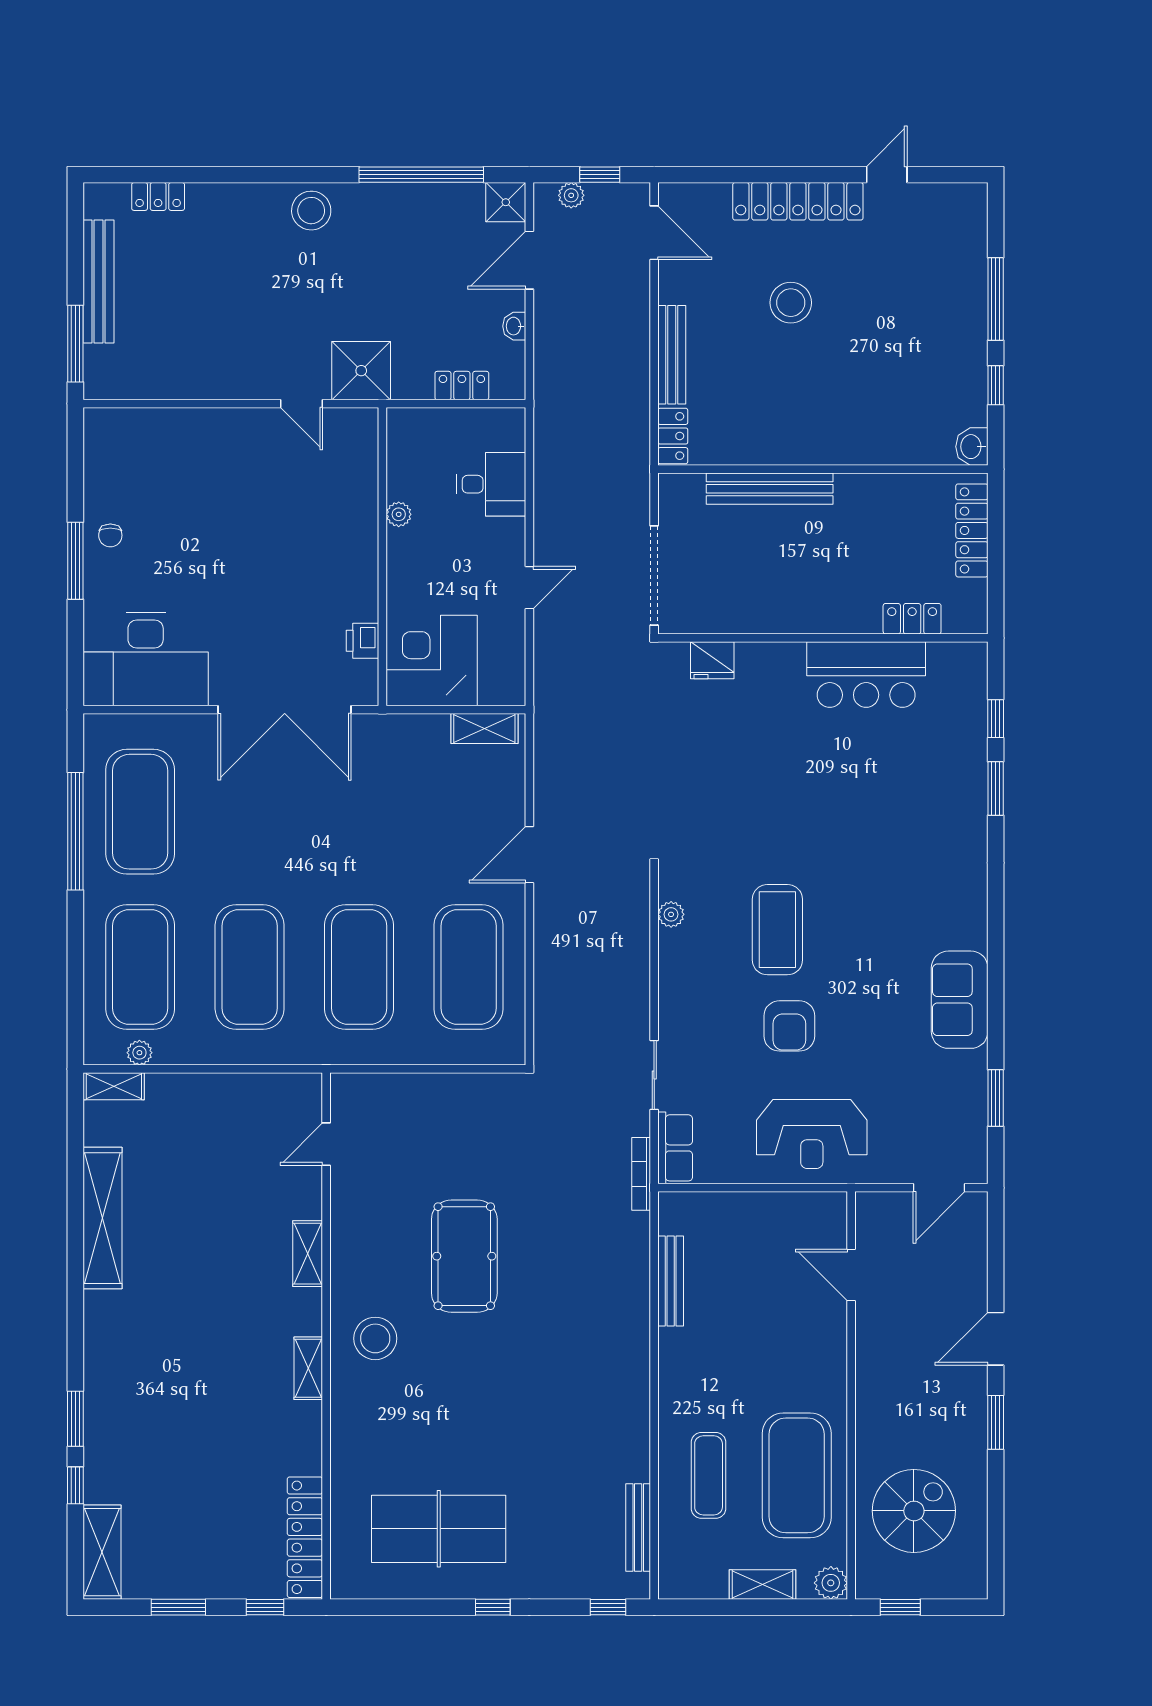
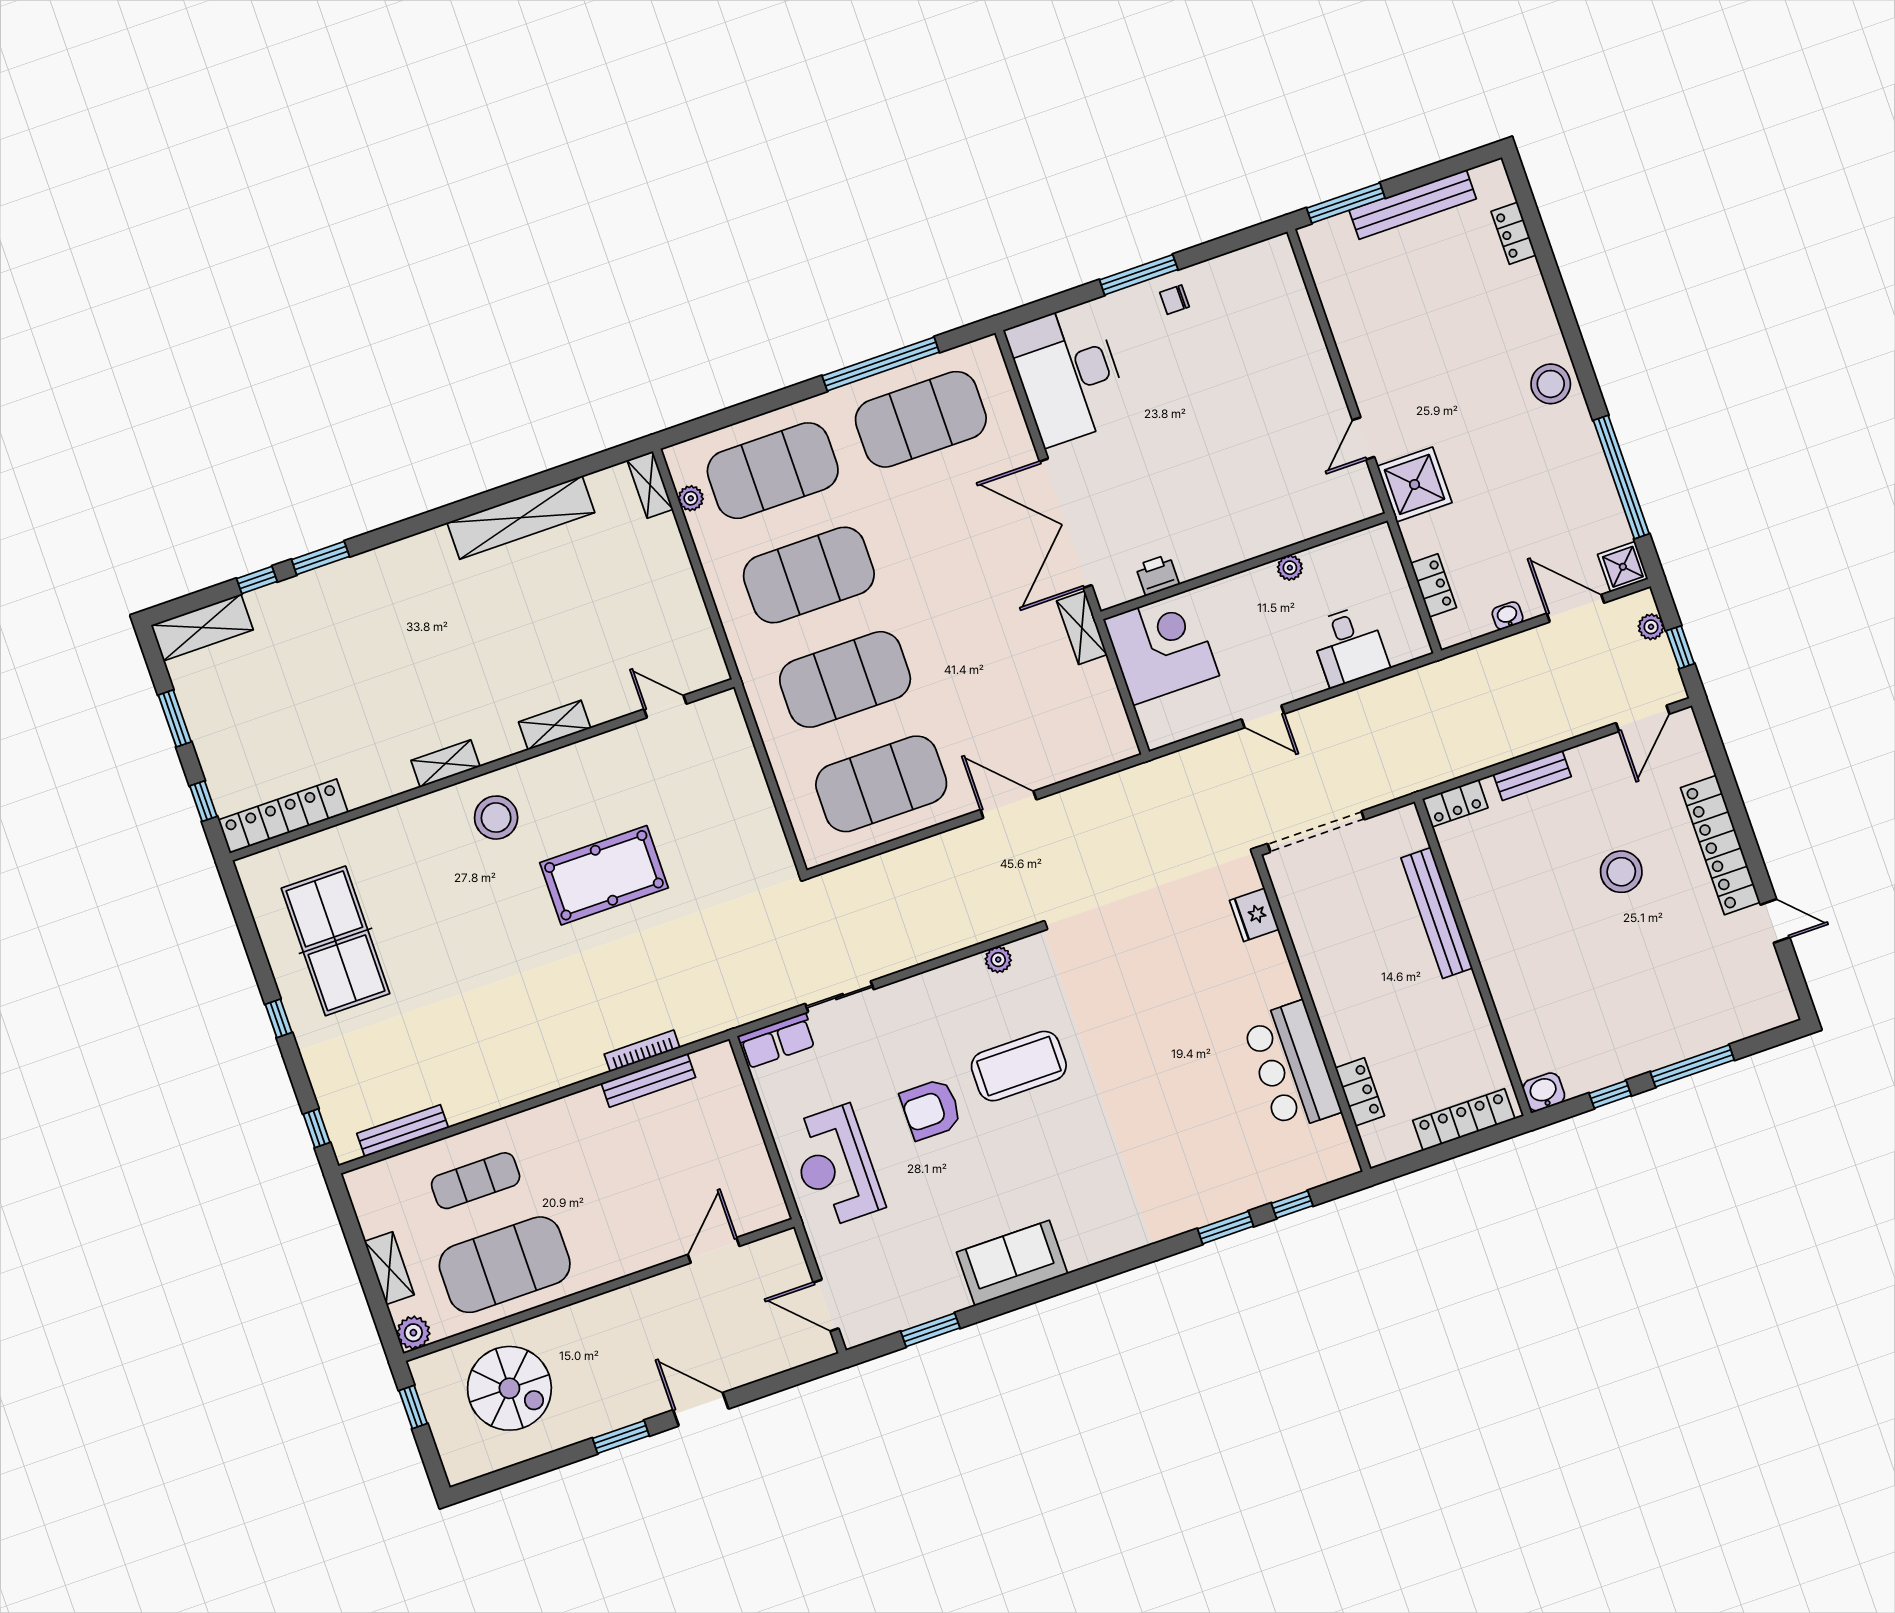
bench: (672, 355) -> (1532, 775), width x0.73
shelving: (484, 729) -> (1082, 628), moved
bookcase: (641, 1174) -> (642, 1051), moved

